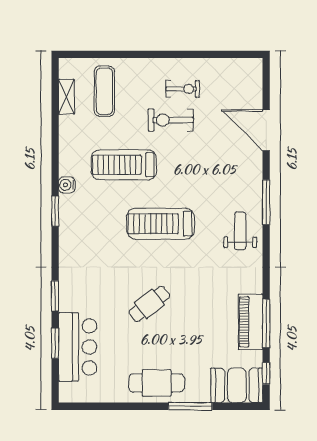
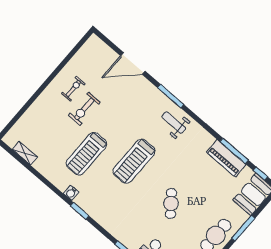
exercise mat: (104, 91) -> (39, 131), removed

